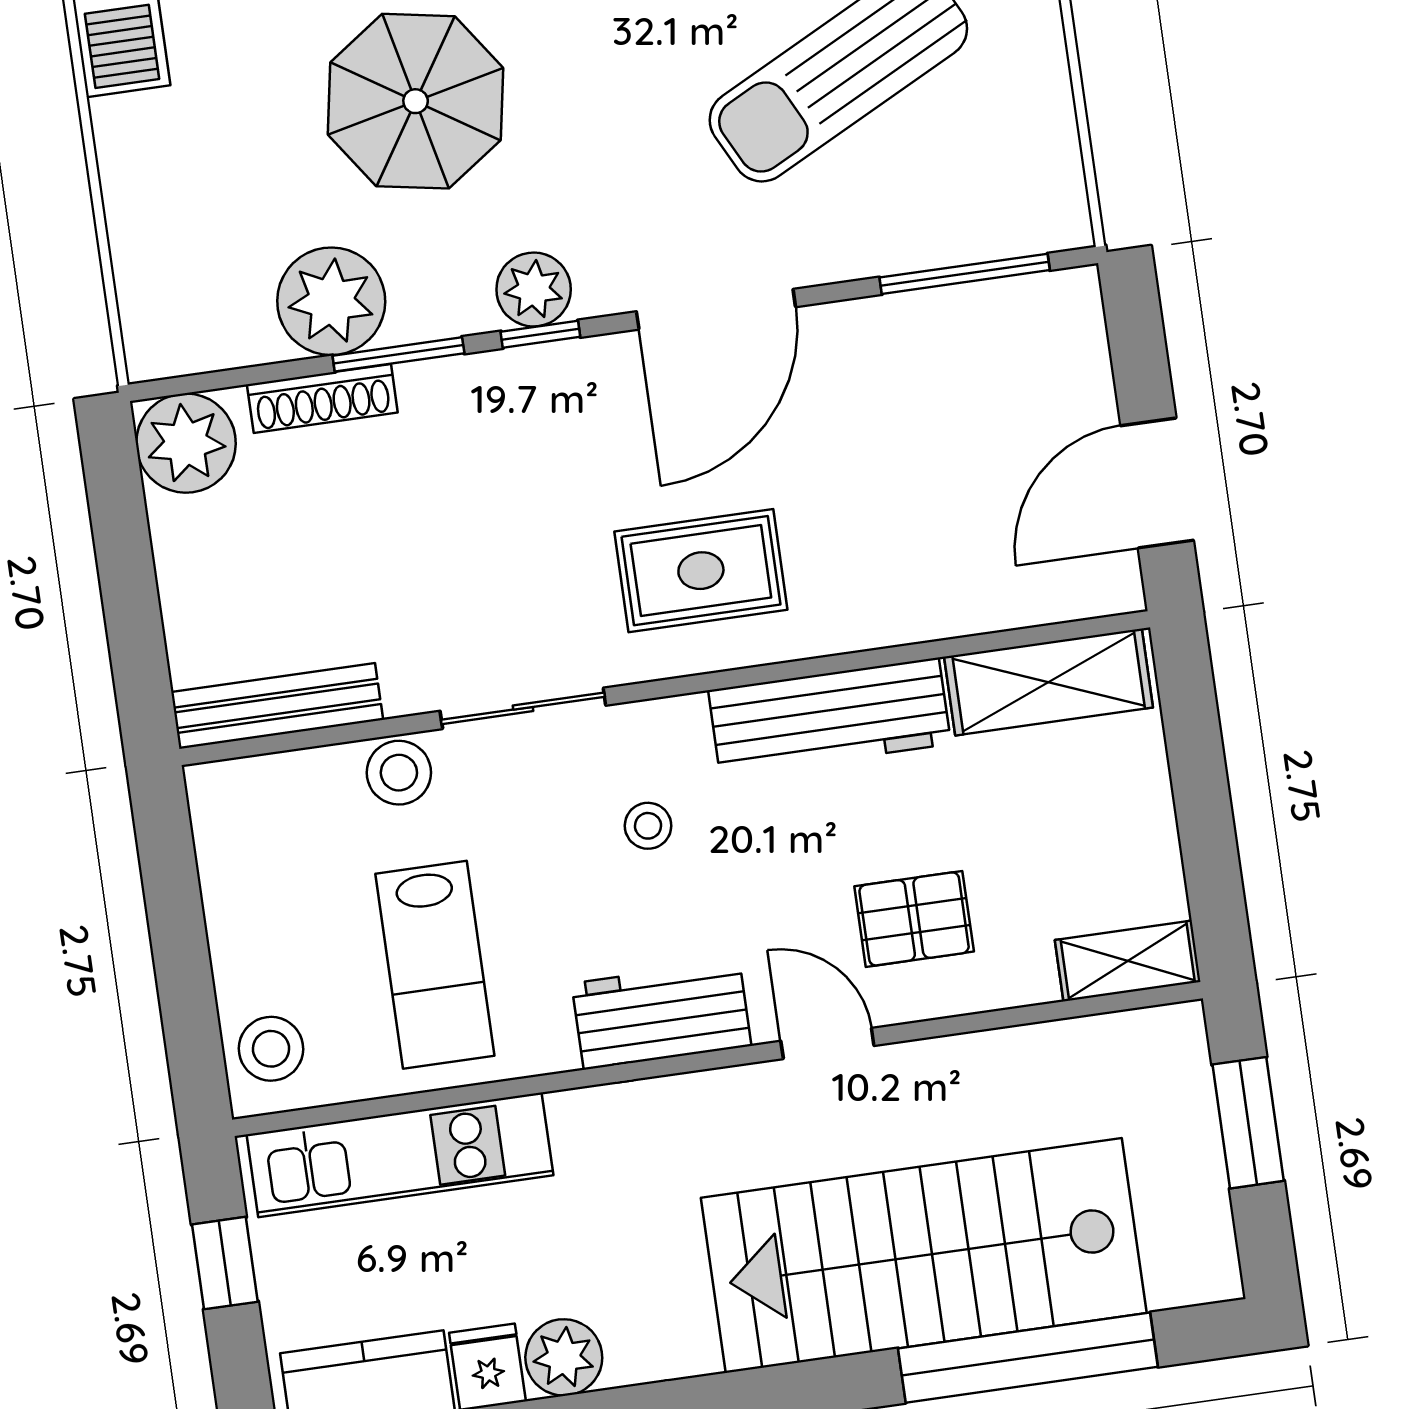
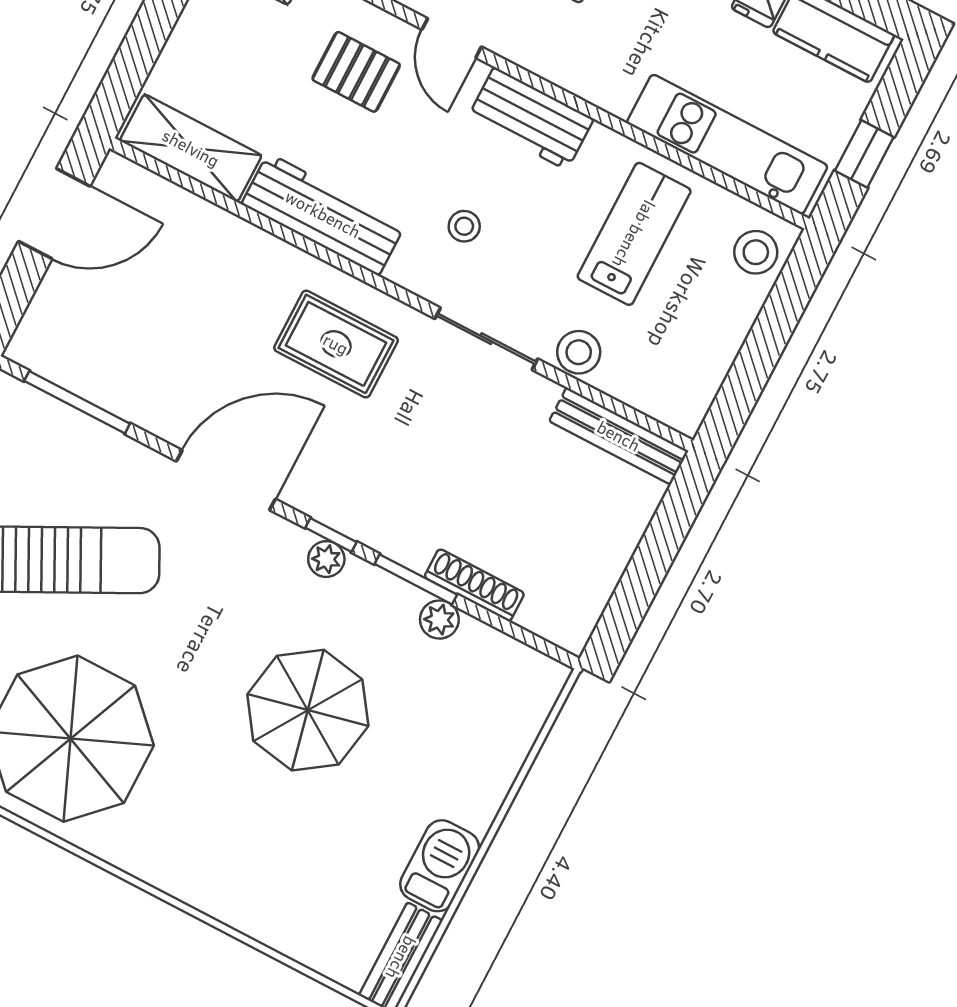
plant: (534, 289) -> (326, 559), width x0.73, depth x0.73
plant: (331, 301) -> (439, 620), width x0.53, depth x0.53
plant: (186, 443) -> (566, 614), removed

